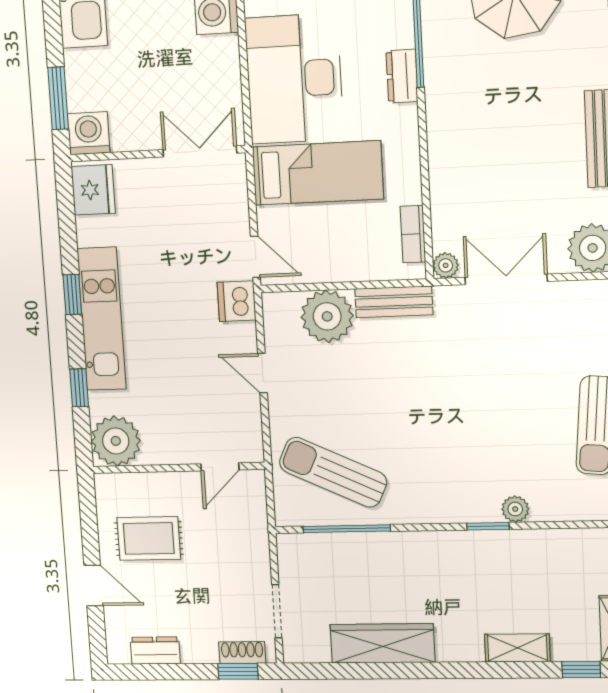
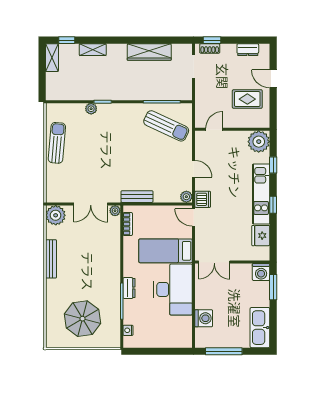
fridge: (93, 190) -> (261, 236), moved
plant: (327, 316) -> (186, 197), moved, width x0.53, depth x0.53

